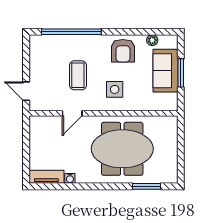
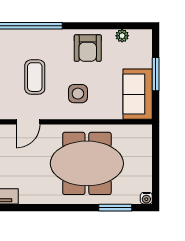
sofa: (165, 71) -> (138, 94), moved
water cooler: (70, 178) -> (146, 198), moved

